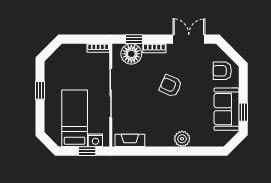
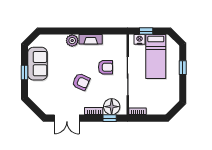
armchair: (222, 71) -> (105, 67), moved
window: (40, 90) -> (183, 68), moved
window: (243, 112) -> (24, 73), moved
fireplace: (130, 140) -> (91, 39), moved

